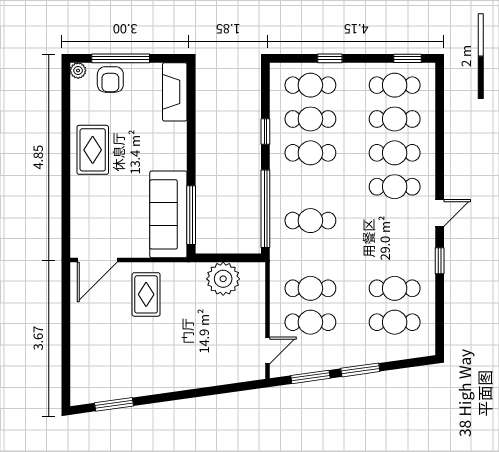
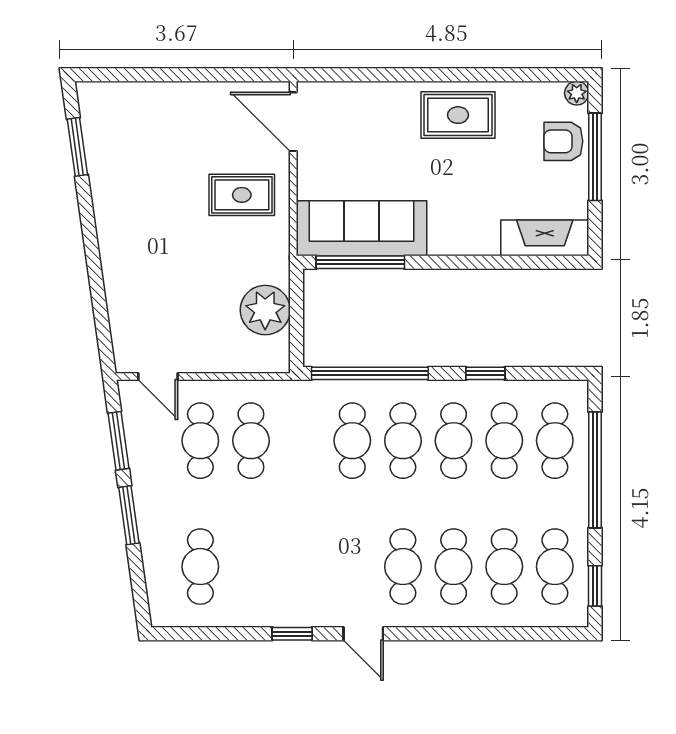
window: (330, 58) -> (595, 470), width x3.17
cafe table: (395, 288) -> (403, 441), moved

